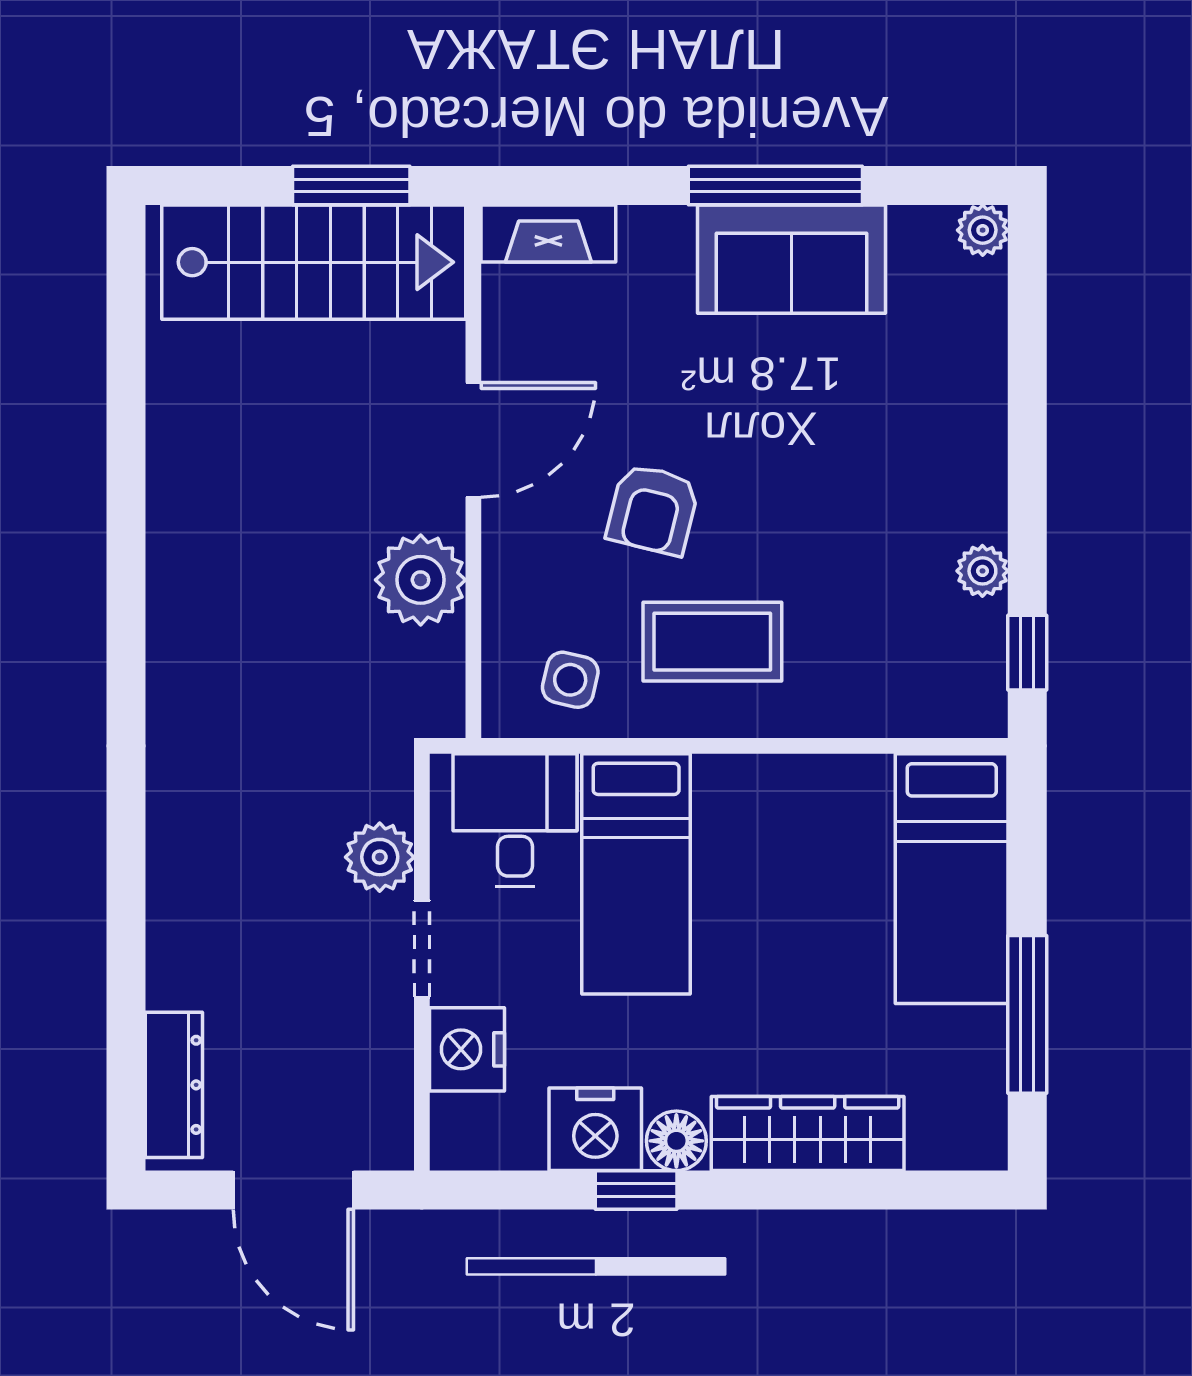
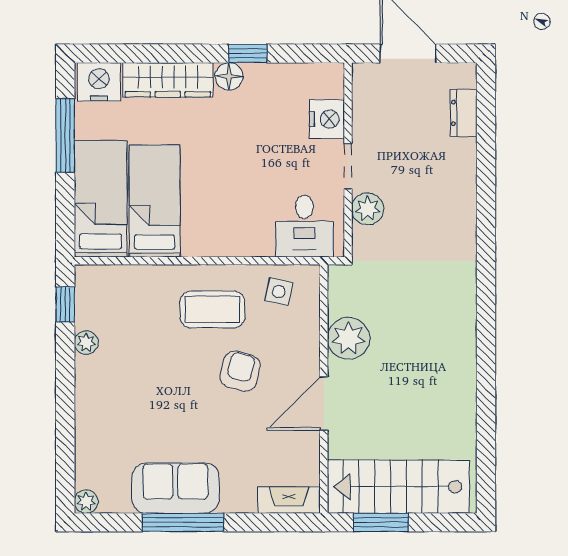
bed: (636, 874) -> (155, 201), moved
dresser: (174, 1085) -> (464, 113), width x0.70
nightstand: (595, 1129) -> (99, 82), moved

